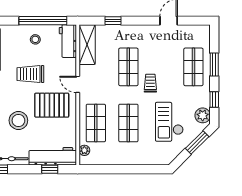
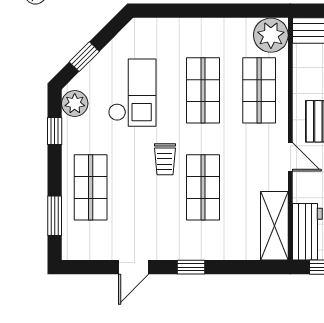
window: (113, 21) -> (191, 267), moved
window: (214, 64) -> (55, 216), moved
window: (197, 143) -> (84, 57), width x0.67
plant: (84, 150) -> (271, 35), width x1.88, depth x1.88

